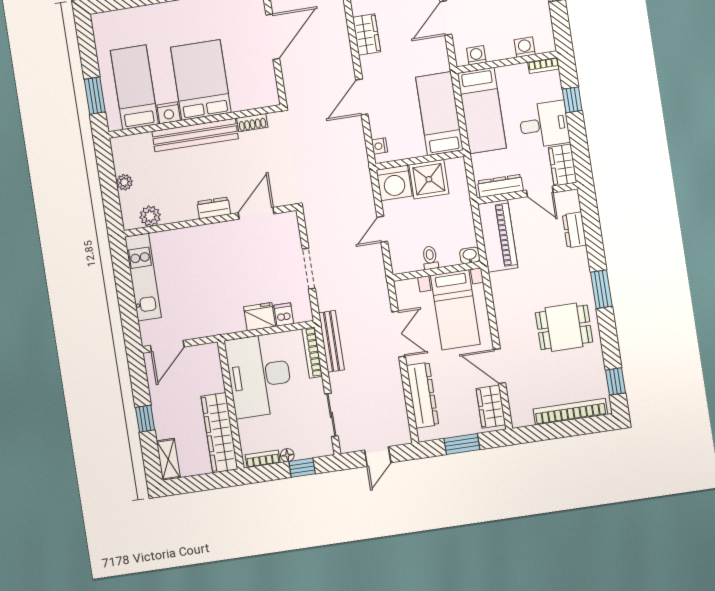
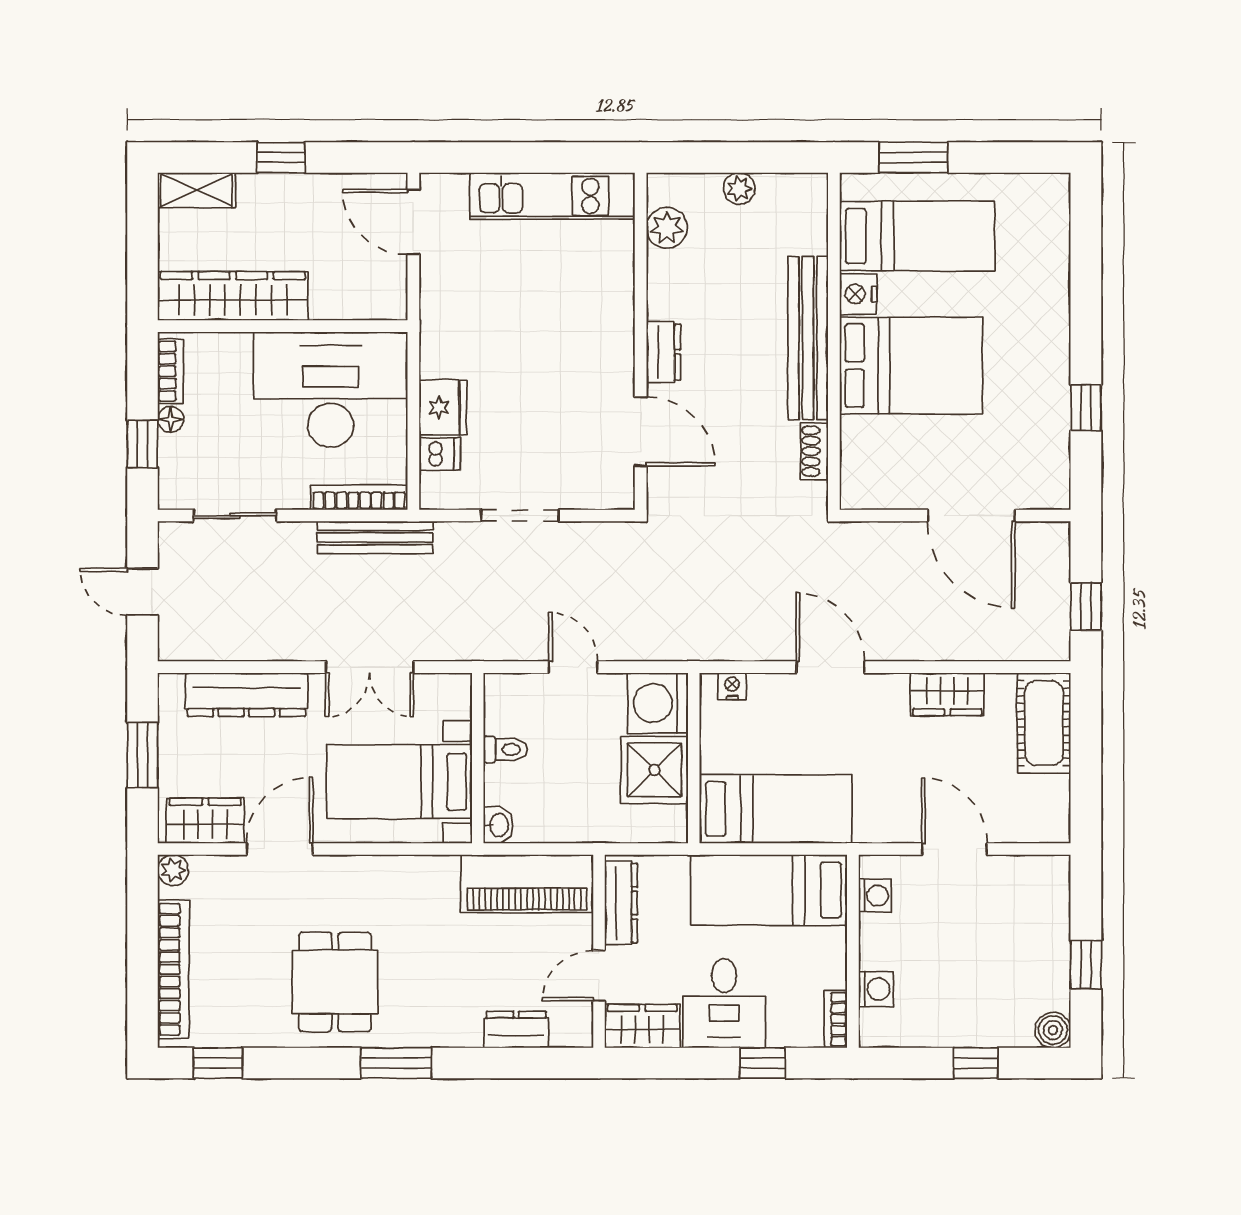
plant: (519, 419) -> (173, 870), added

